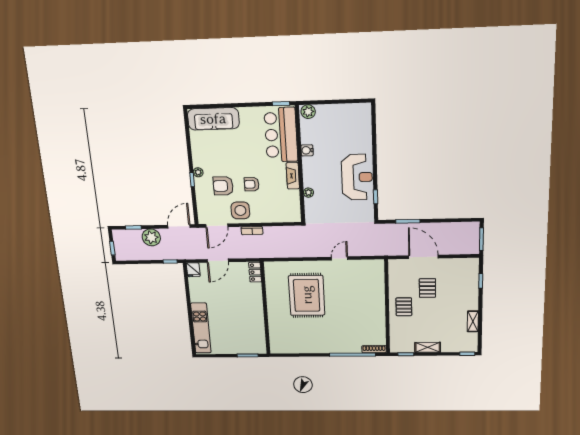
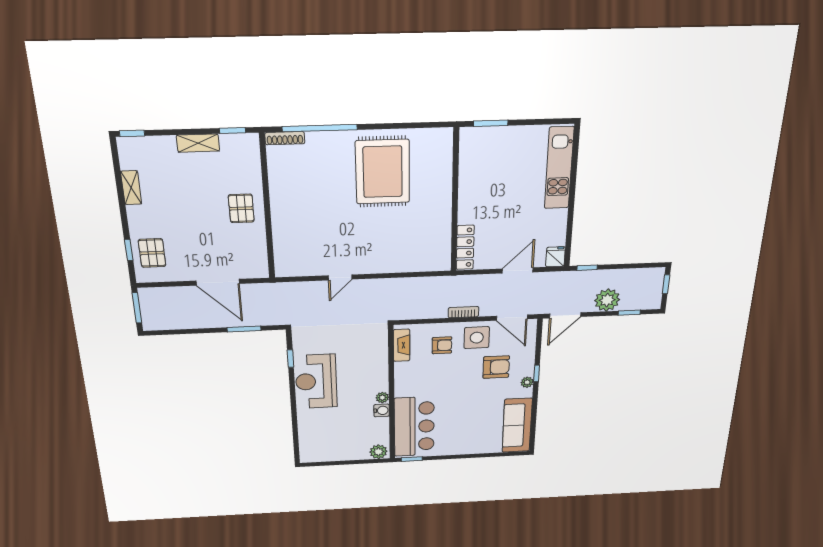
sofa: (213, 119) -> (517, 425), moved, turned -90
fireplace: (293, 176) -> (402, 345), moved
armchair: (252, 184) -> (442, 345), moved
plant: (308, 193) -> (382, 398), moved
door: (217, 226) -> (512, 318), swing flipped
locker: (255, 272) -> (465, 247), width x1.53
pallet: (427, 288) -> (152, 253), moved
rug: (307, 295) -> (383, 172), moved

